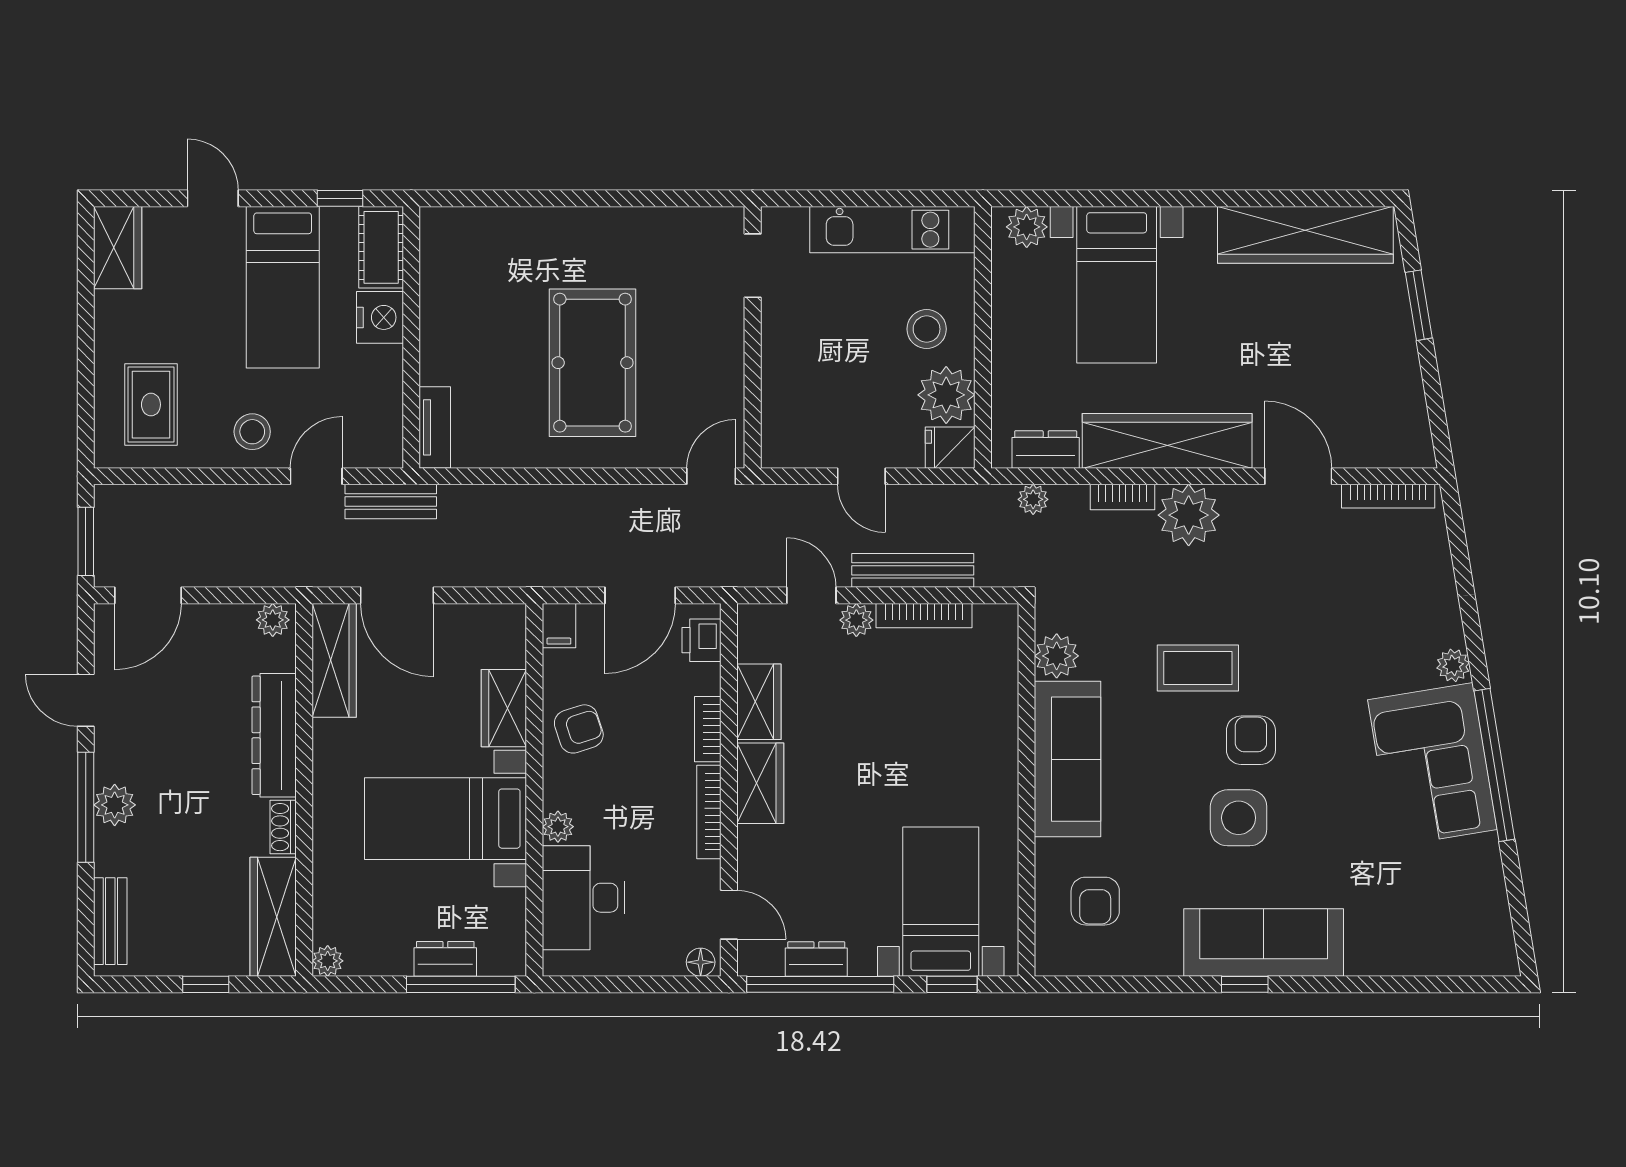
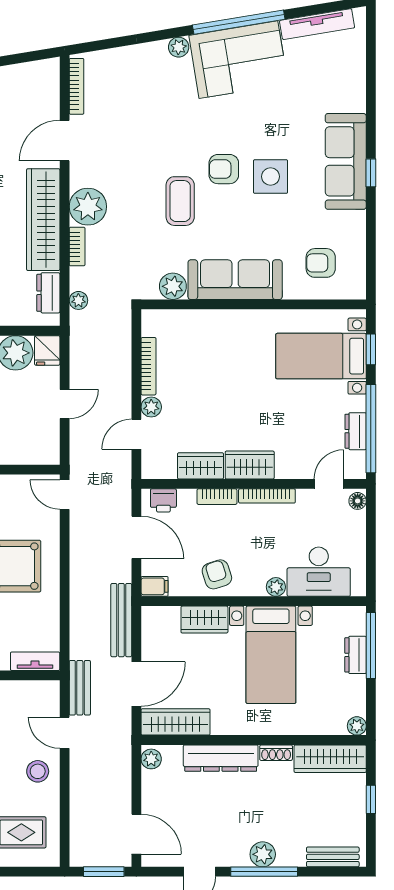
bench: (913, 570) -> (121, 620), moved
tv unit: (1491, 895) -> (317, 24), added
armchair: (1095, 901) -> (321, 263), turned 180

